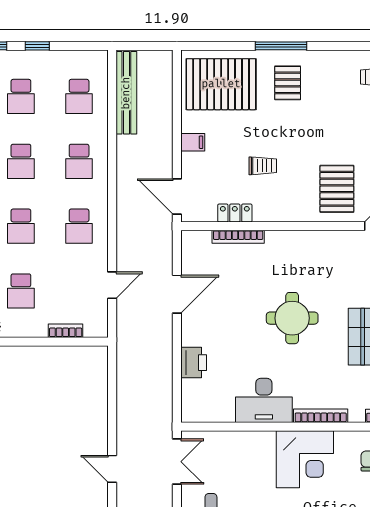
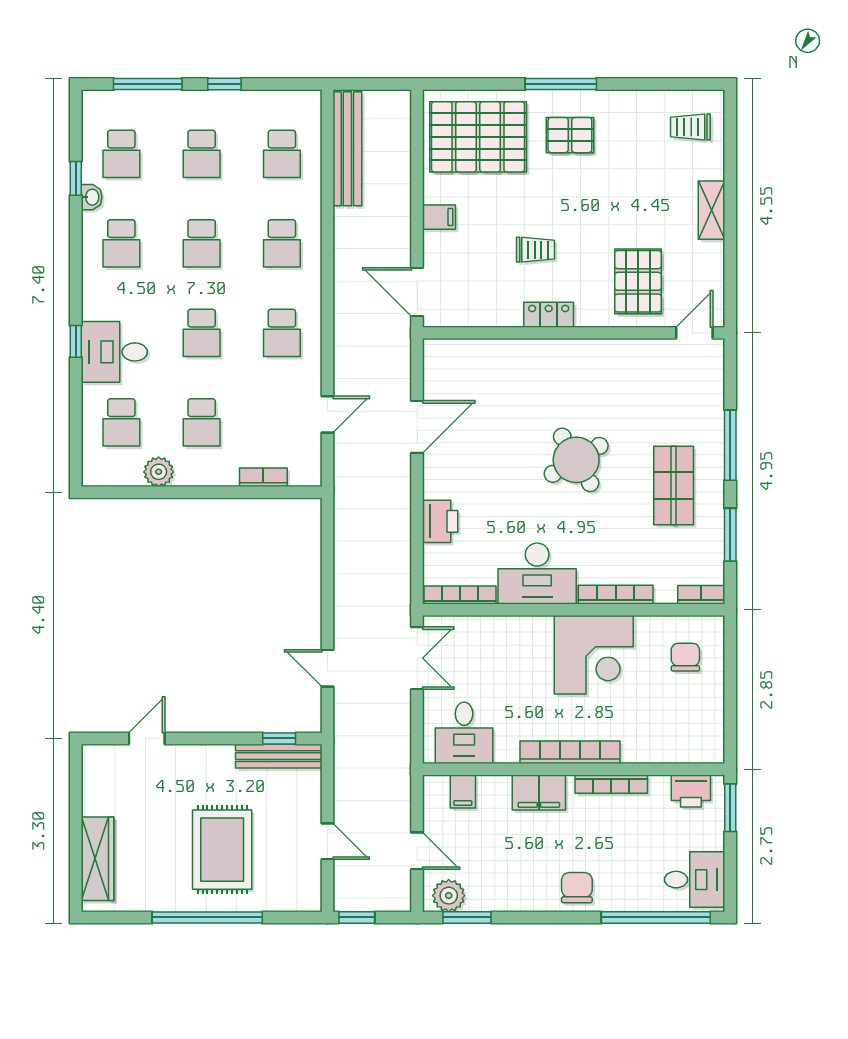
pallet: (288, 83) -> (570, 135), turned 90
locker: (235, 213) -> (549, 315), moved
bookcase: (238, 237) -> (460, 595), moved, turned 180
round table: (292, 318) -> (576, 460), turned -31

